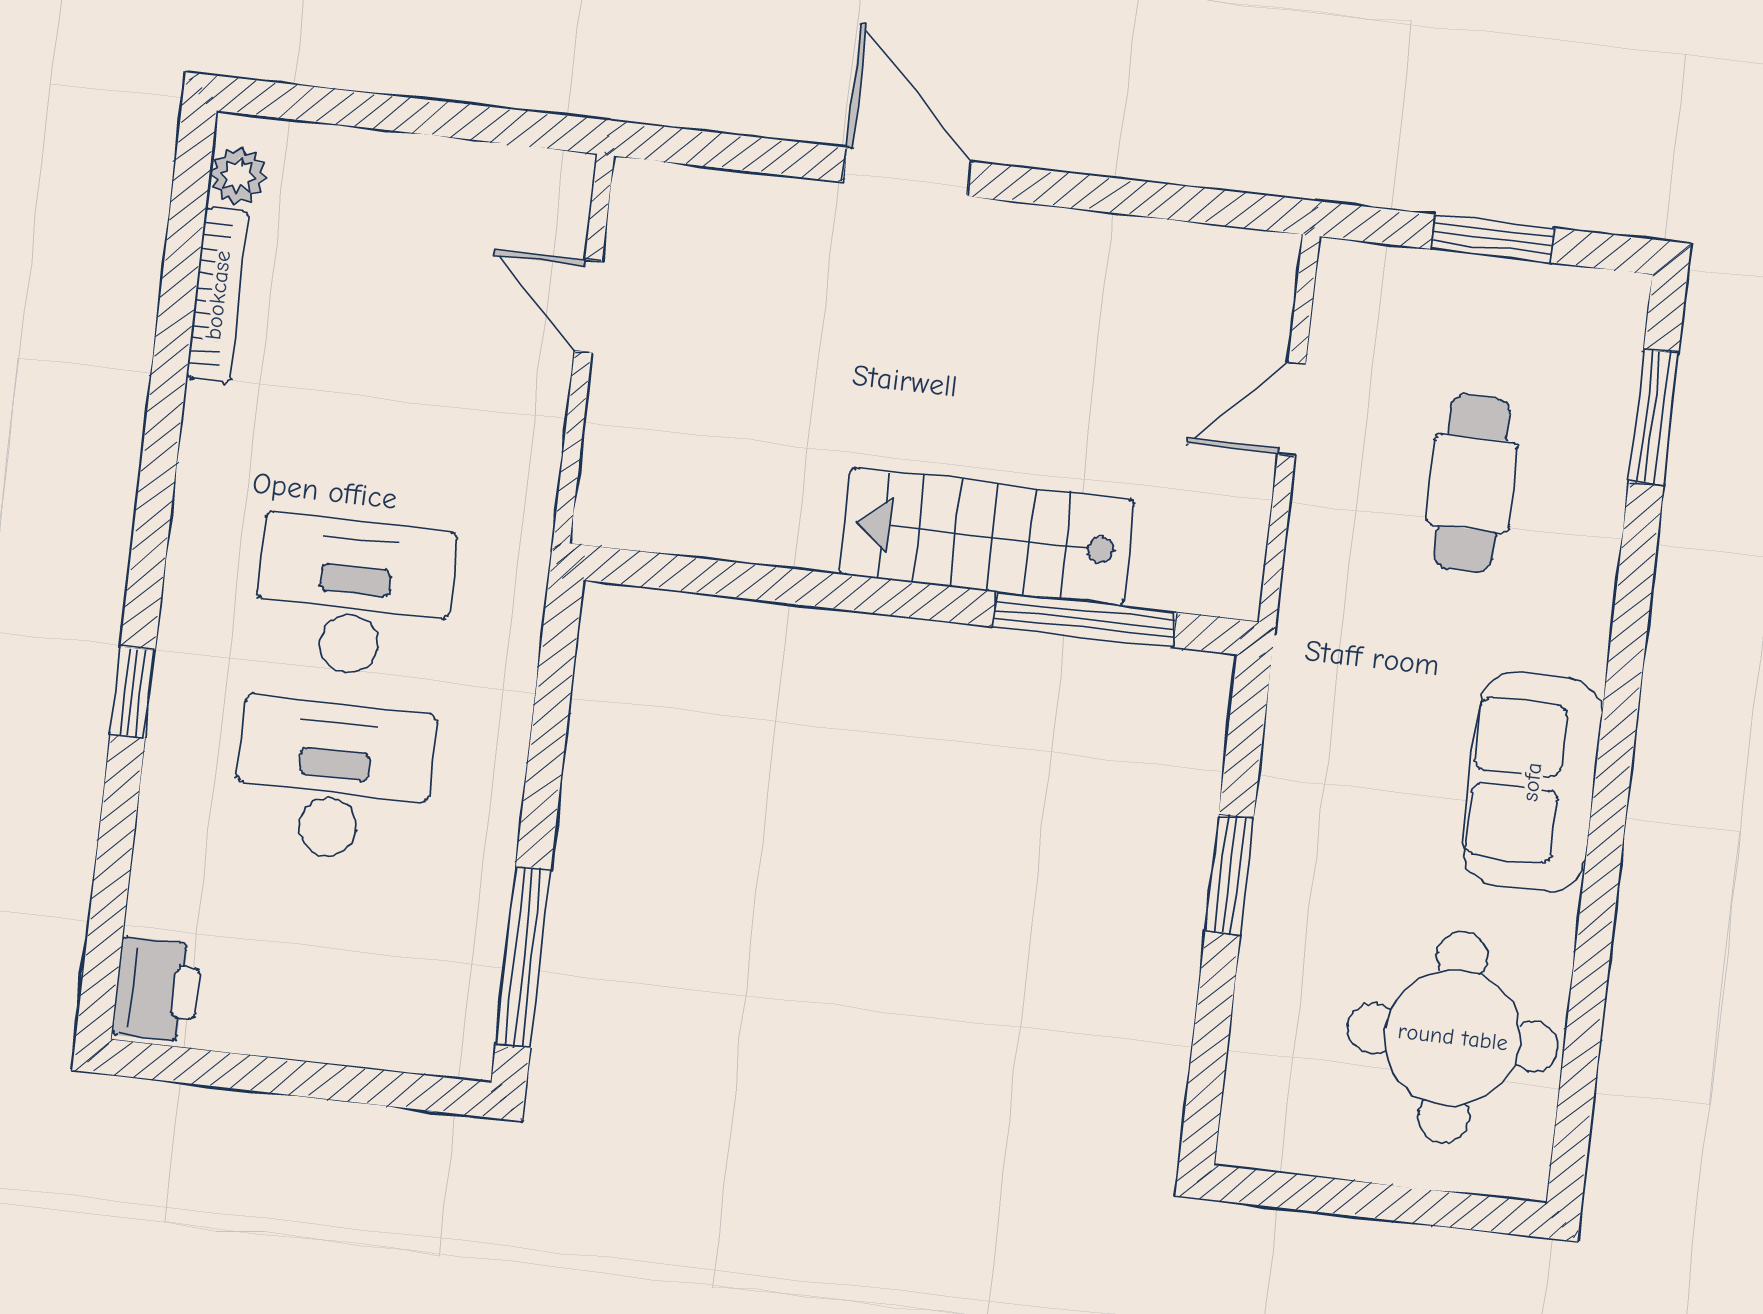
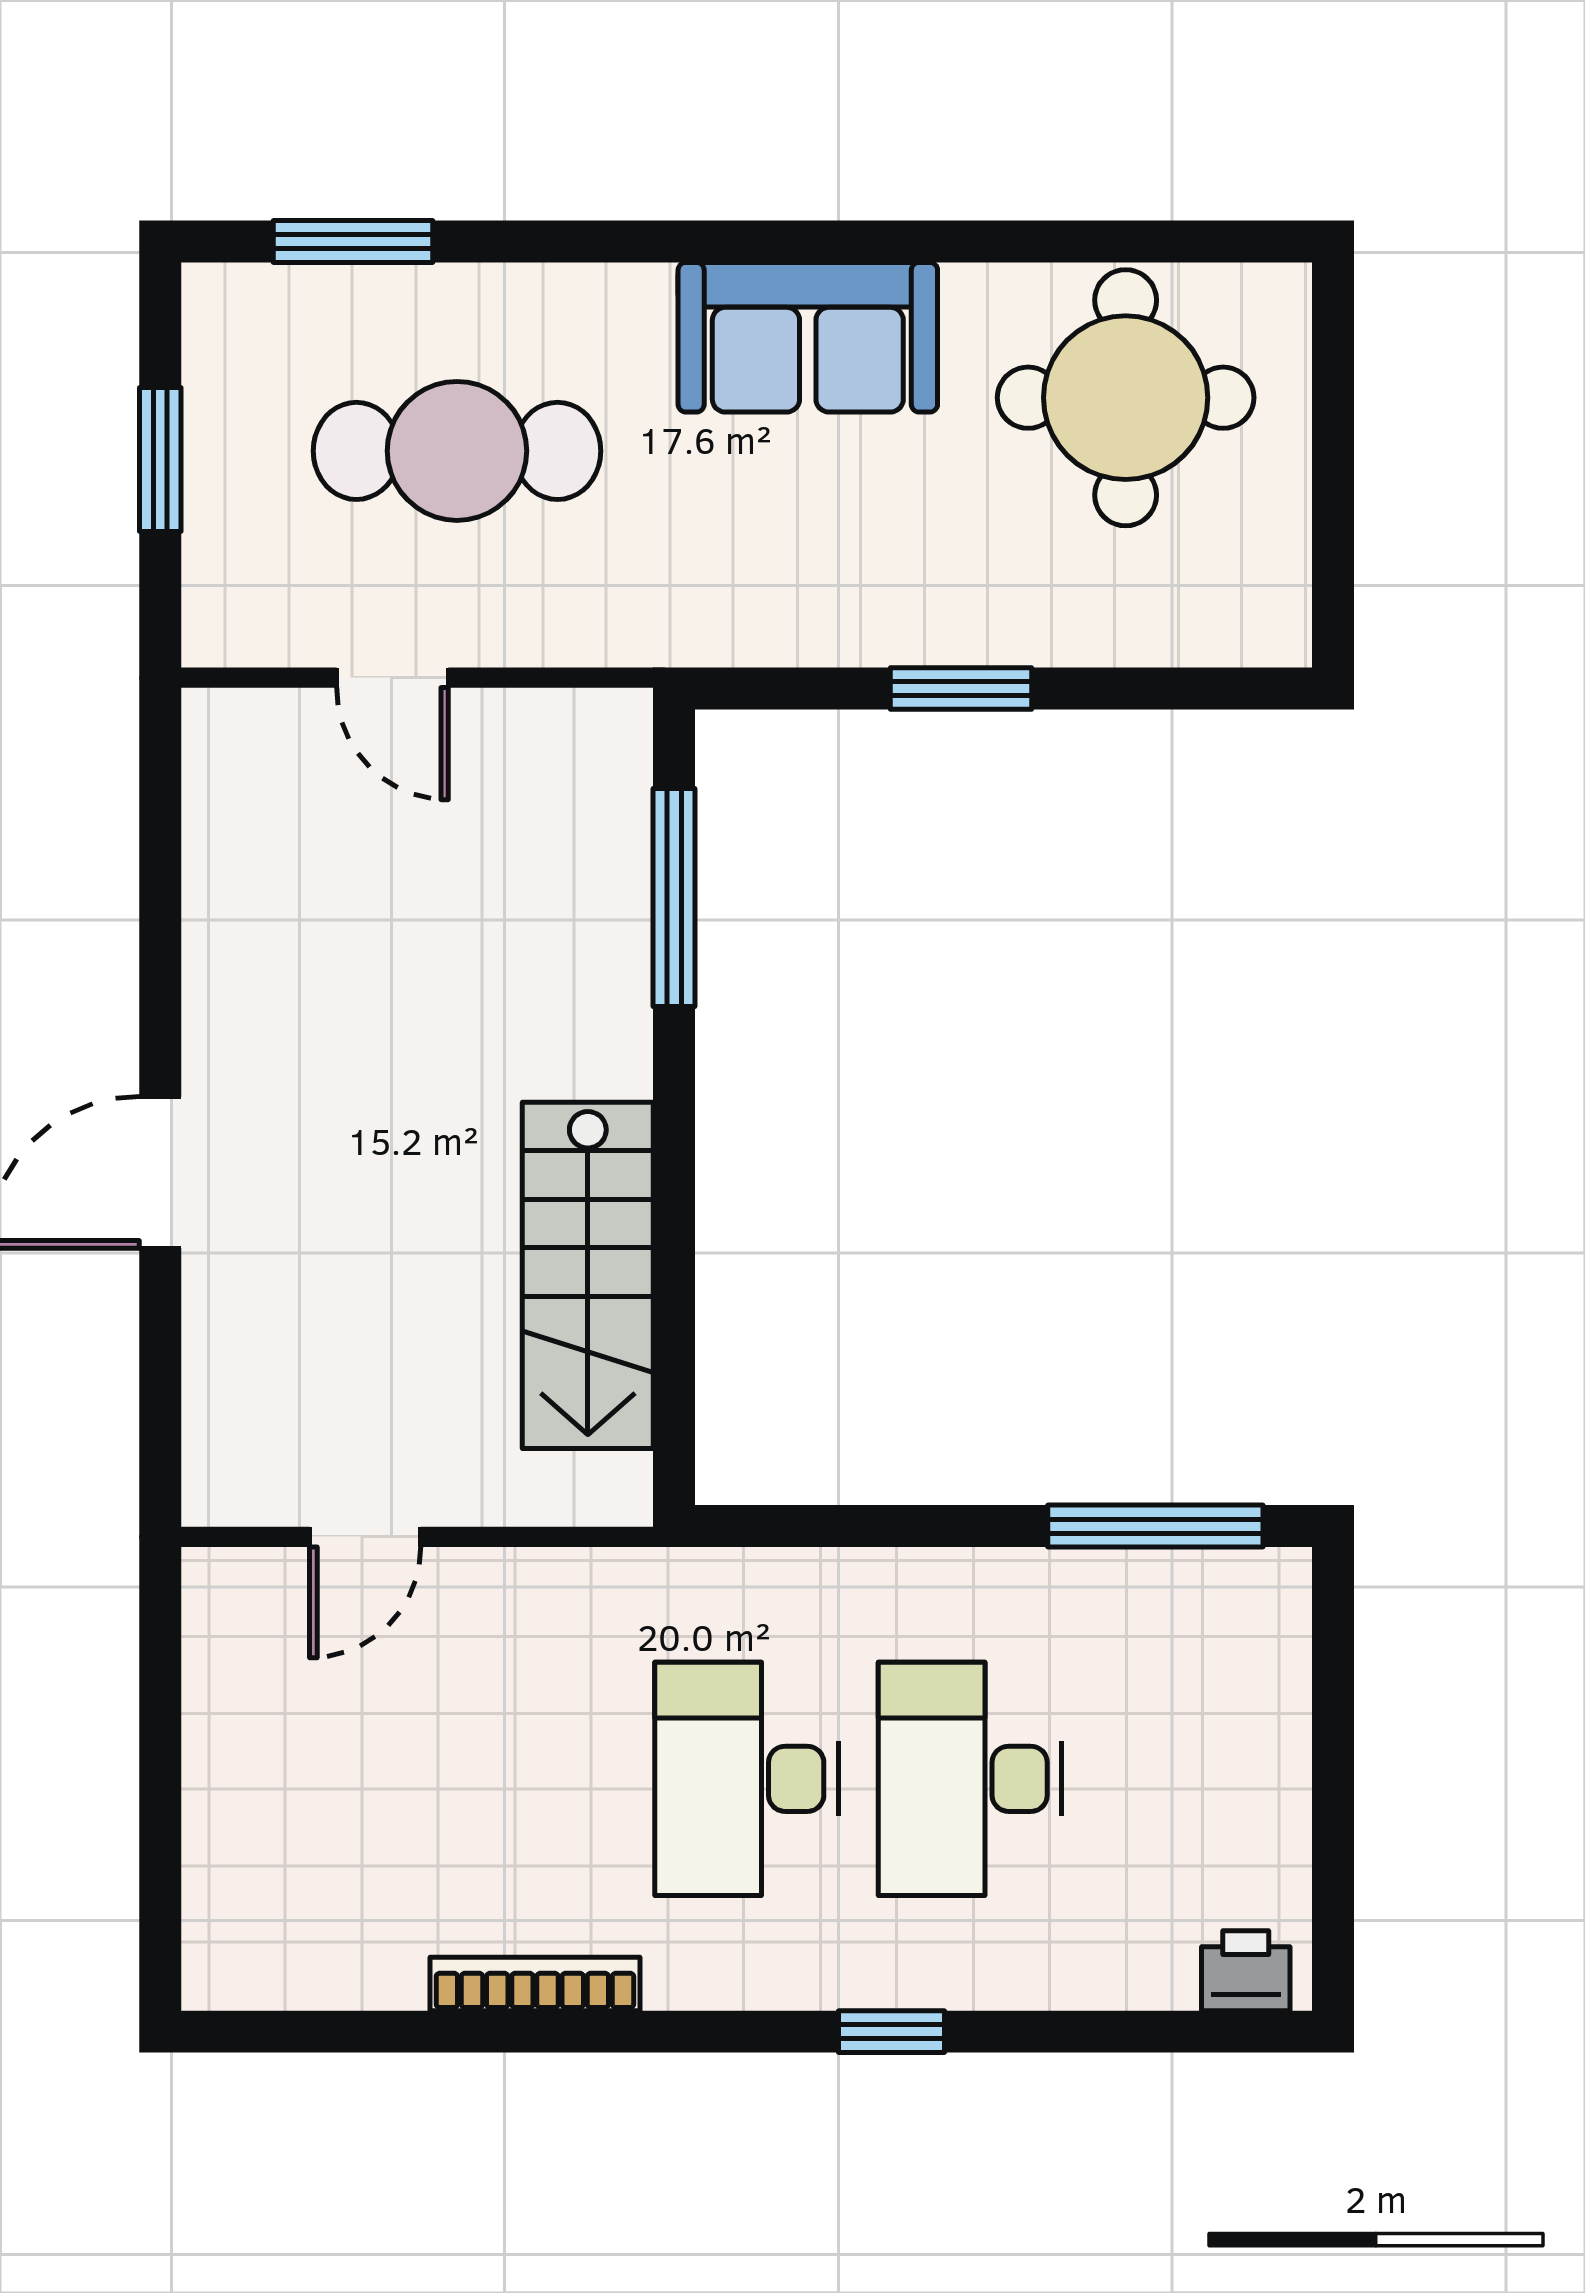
plant: (238, 175) -> (256, 1976), removed
bookcase: (218, 295) -> (535, 1984), moved
cafe table: (1472, 483) -> (457, 451), width x1.37, depth x1.35
stairs: (987, 537) -> (588, 1275), moved
printer: (158, 990) -> (1246, 1971), width x0.73, depth x0.81

